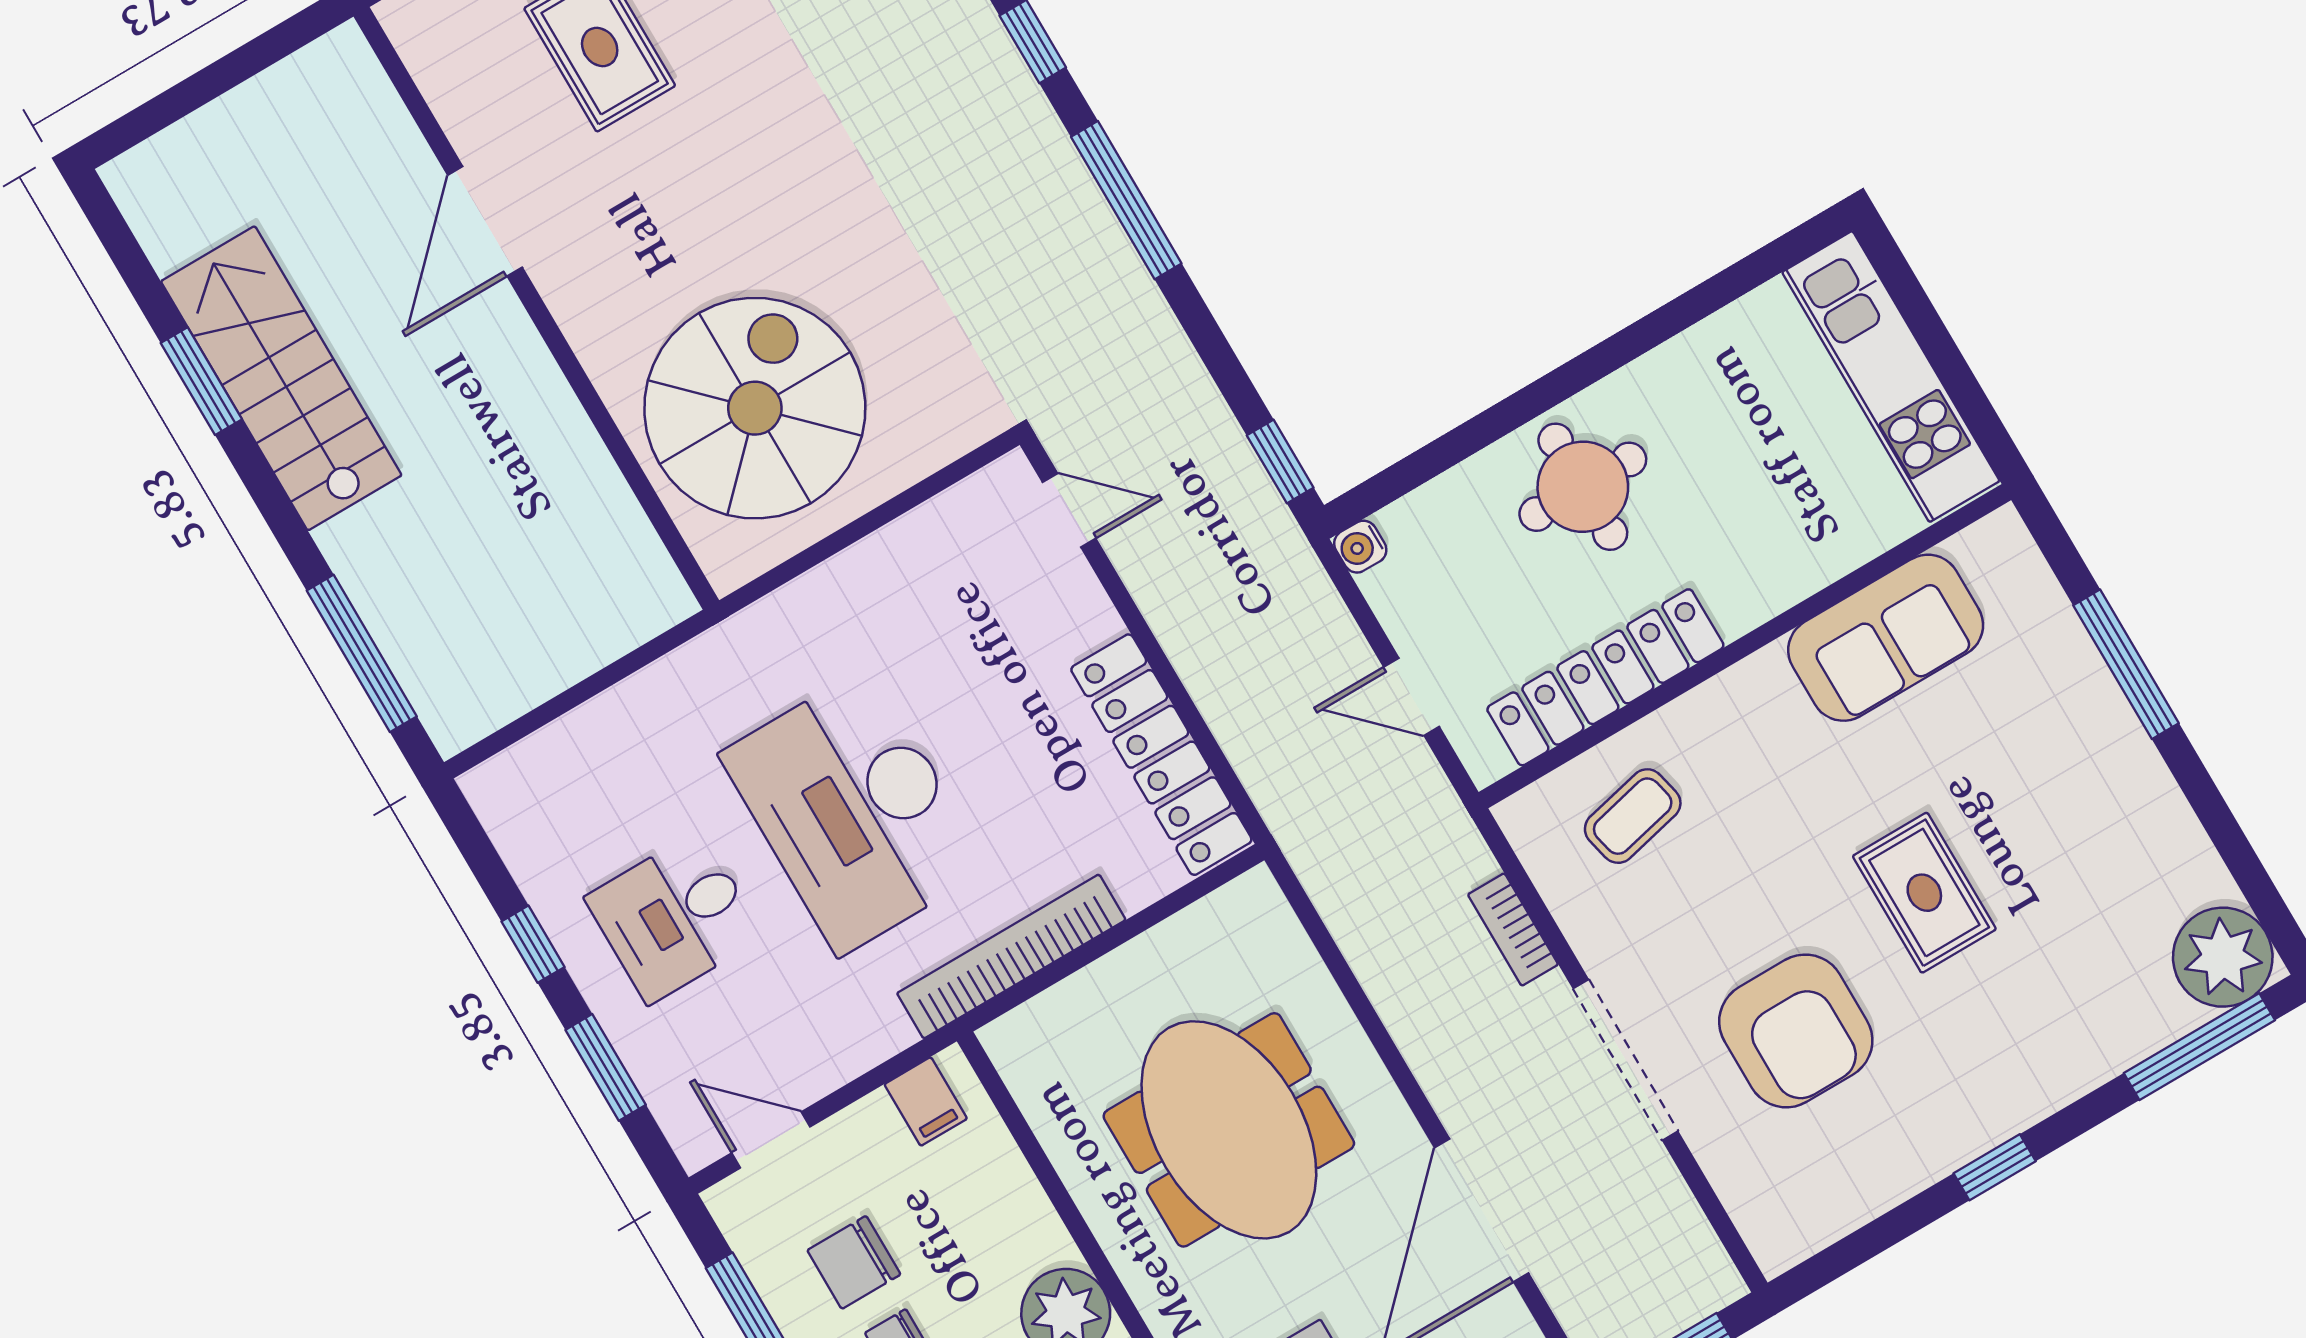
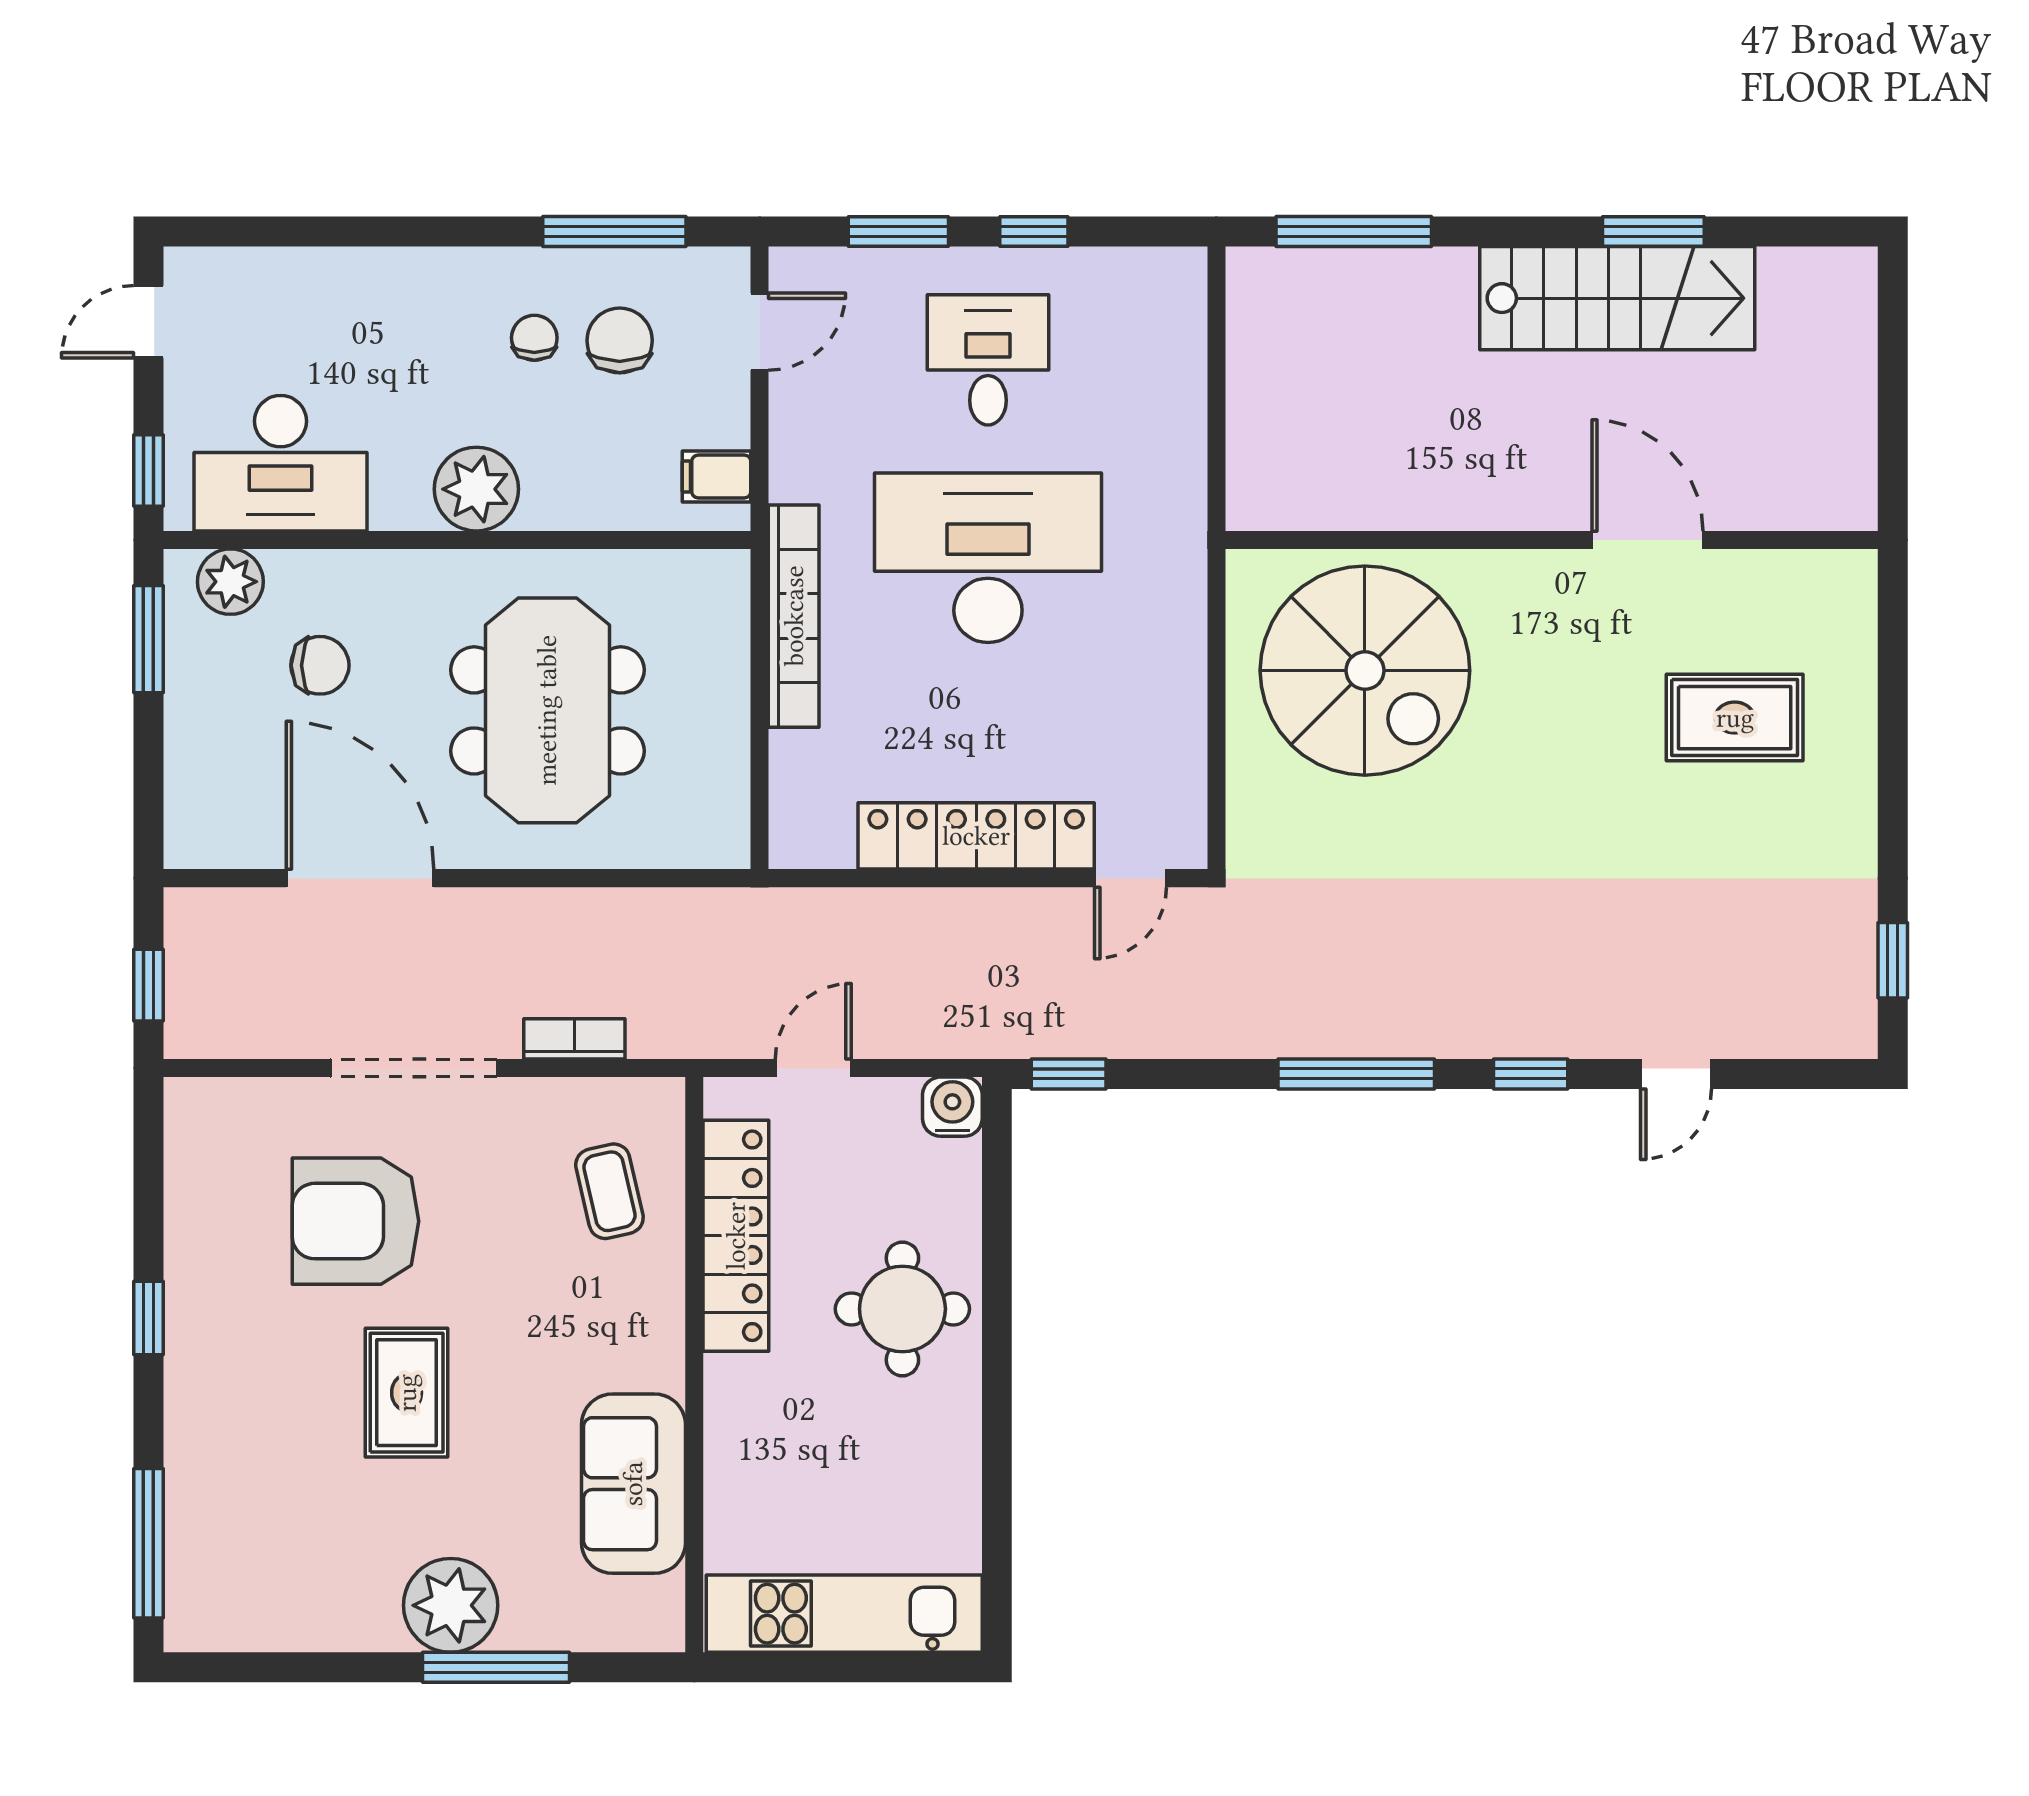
water cooler: (1360, 547) -> (952, 1107), width x1.38, depth x1.38
locker: (1161, 755) -> (976, 836), moved
rug: (1924, 893) -> (407, 1393), turned 90
plant: (2223, 957) -> (451, 1605), moved
meeting table: (1229, 1130) -> (547, 710), turned 90

